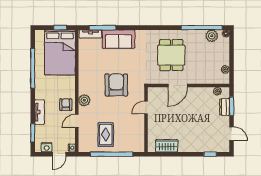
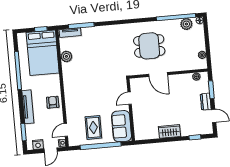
sofa: (119, 39) -> (122, 126), moved, turned 90
dining table: (171, 55) -> (149, 46), turned 90
armchair: (116, 85) -> (99, 79), removed
door: (178, 86) -> (158, 74), hinge flipped
plant: (84, 100) -> (66, 56), moved
dresser: (225, 107) -> (206, 102), moved
tv unit: (40, 112) -> (28, 107), width x1.41
door: (77, 121) -> (66, 130), moved
wardrobe: (167, 146) -> (169, 131), moved

